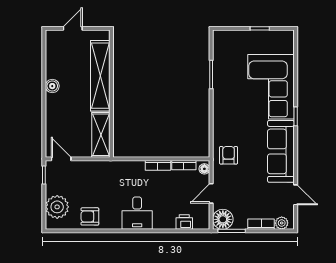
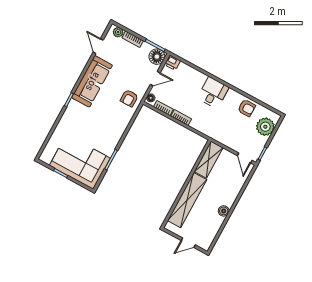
corner sofa: (271, 87) -> (80, 162), moved, turned -90
printer: (184, 222) -> (172, 63), moved

